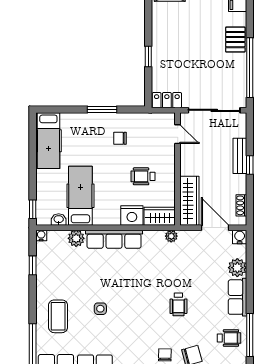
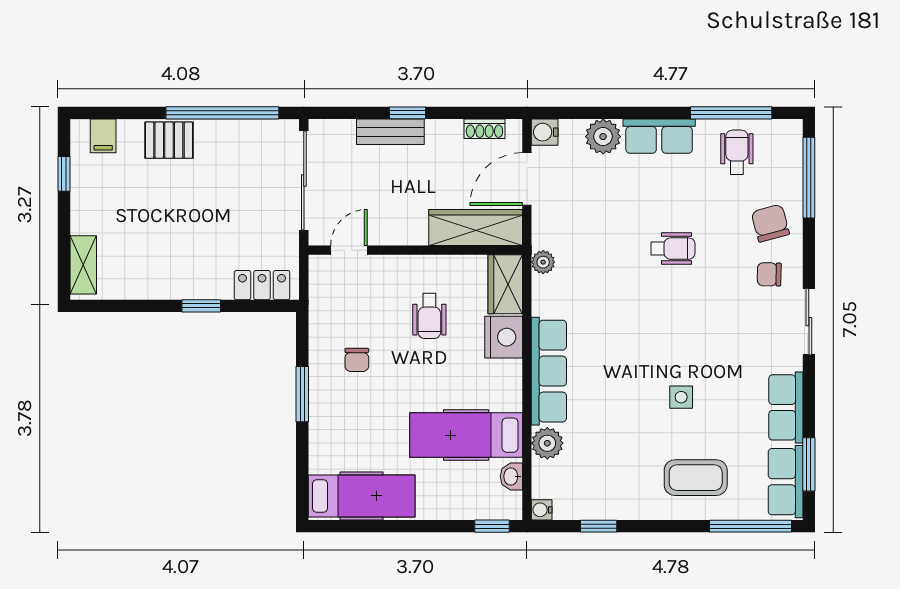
locker: (167, 100) -> (262, 285), moved, turned 90

